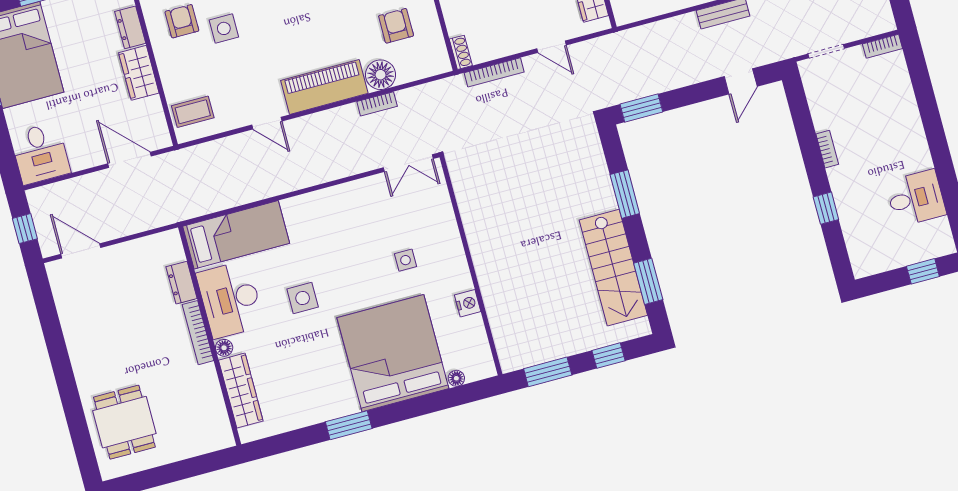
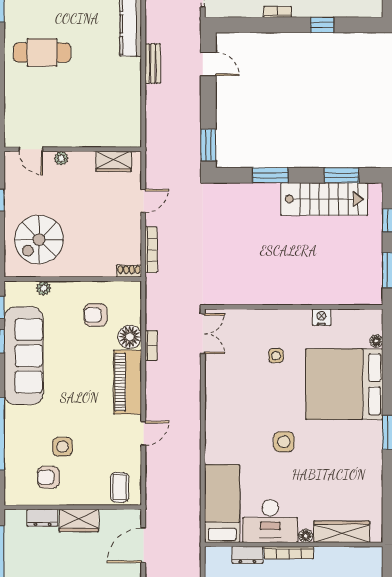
bed: (236, 235) -> (222, 504), moved
dresser: (182, 283) -> (247, 555), moved
desk: (230, 299) -> (270, 521), moved
bookcase: (198, 333) -> (289, 553), moved
wall: (210, 336) -> (294, 544), moved
floor lamp: (224, 348) -> (306, 536), moved
wardrobe: (241, 391) -> (342, 532), moved

